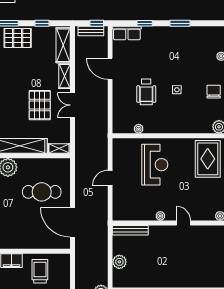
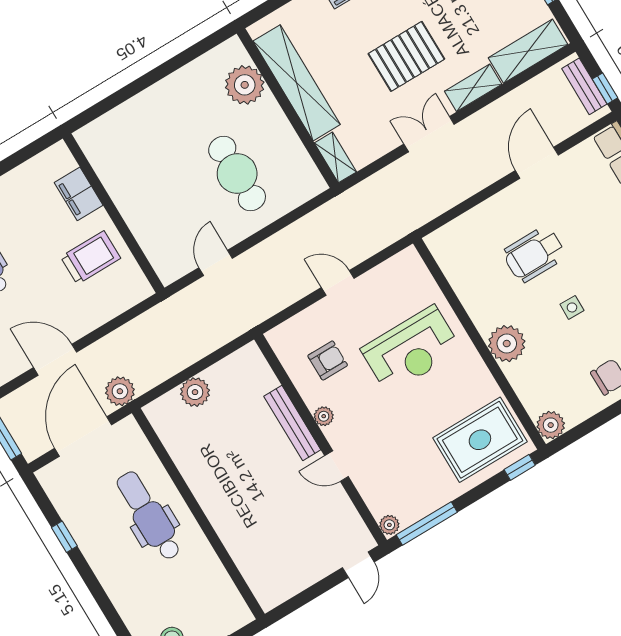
pallet: (40, 105) -> (406, 56), moved
plant: (139, 129) -> (507, 344), moved, width x1.87, depth x1.87
armchair: (139, 201) -> (328, 360), added
door: (72, 222) -> (216, 263), width x0.53
door: (184, 223) -> (337, 466), swing flipped
bench: (130, 230) -> (292, 423), moved

